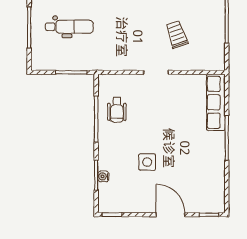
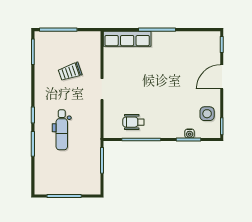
dental chair: (69, 27) -> (62, 130), moved, turned 180
wheelchair: (117, 110) -> (133, 122), turned 180
side table: (147, 162) -> (207, 114), moved

